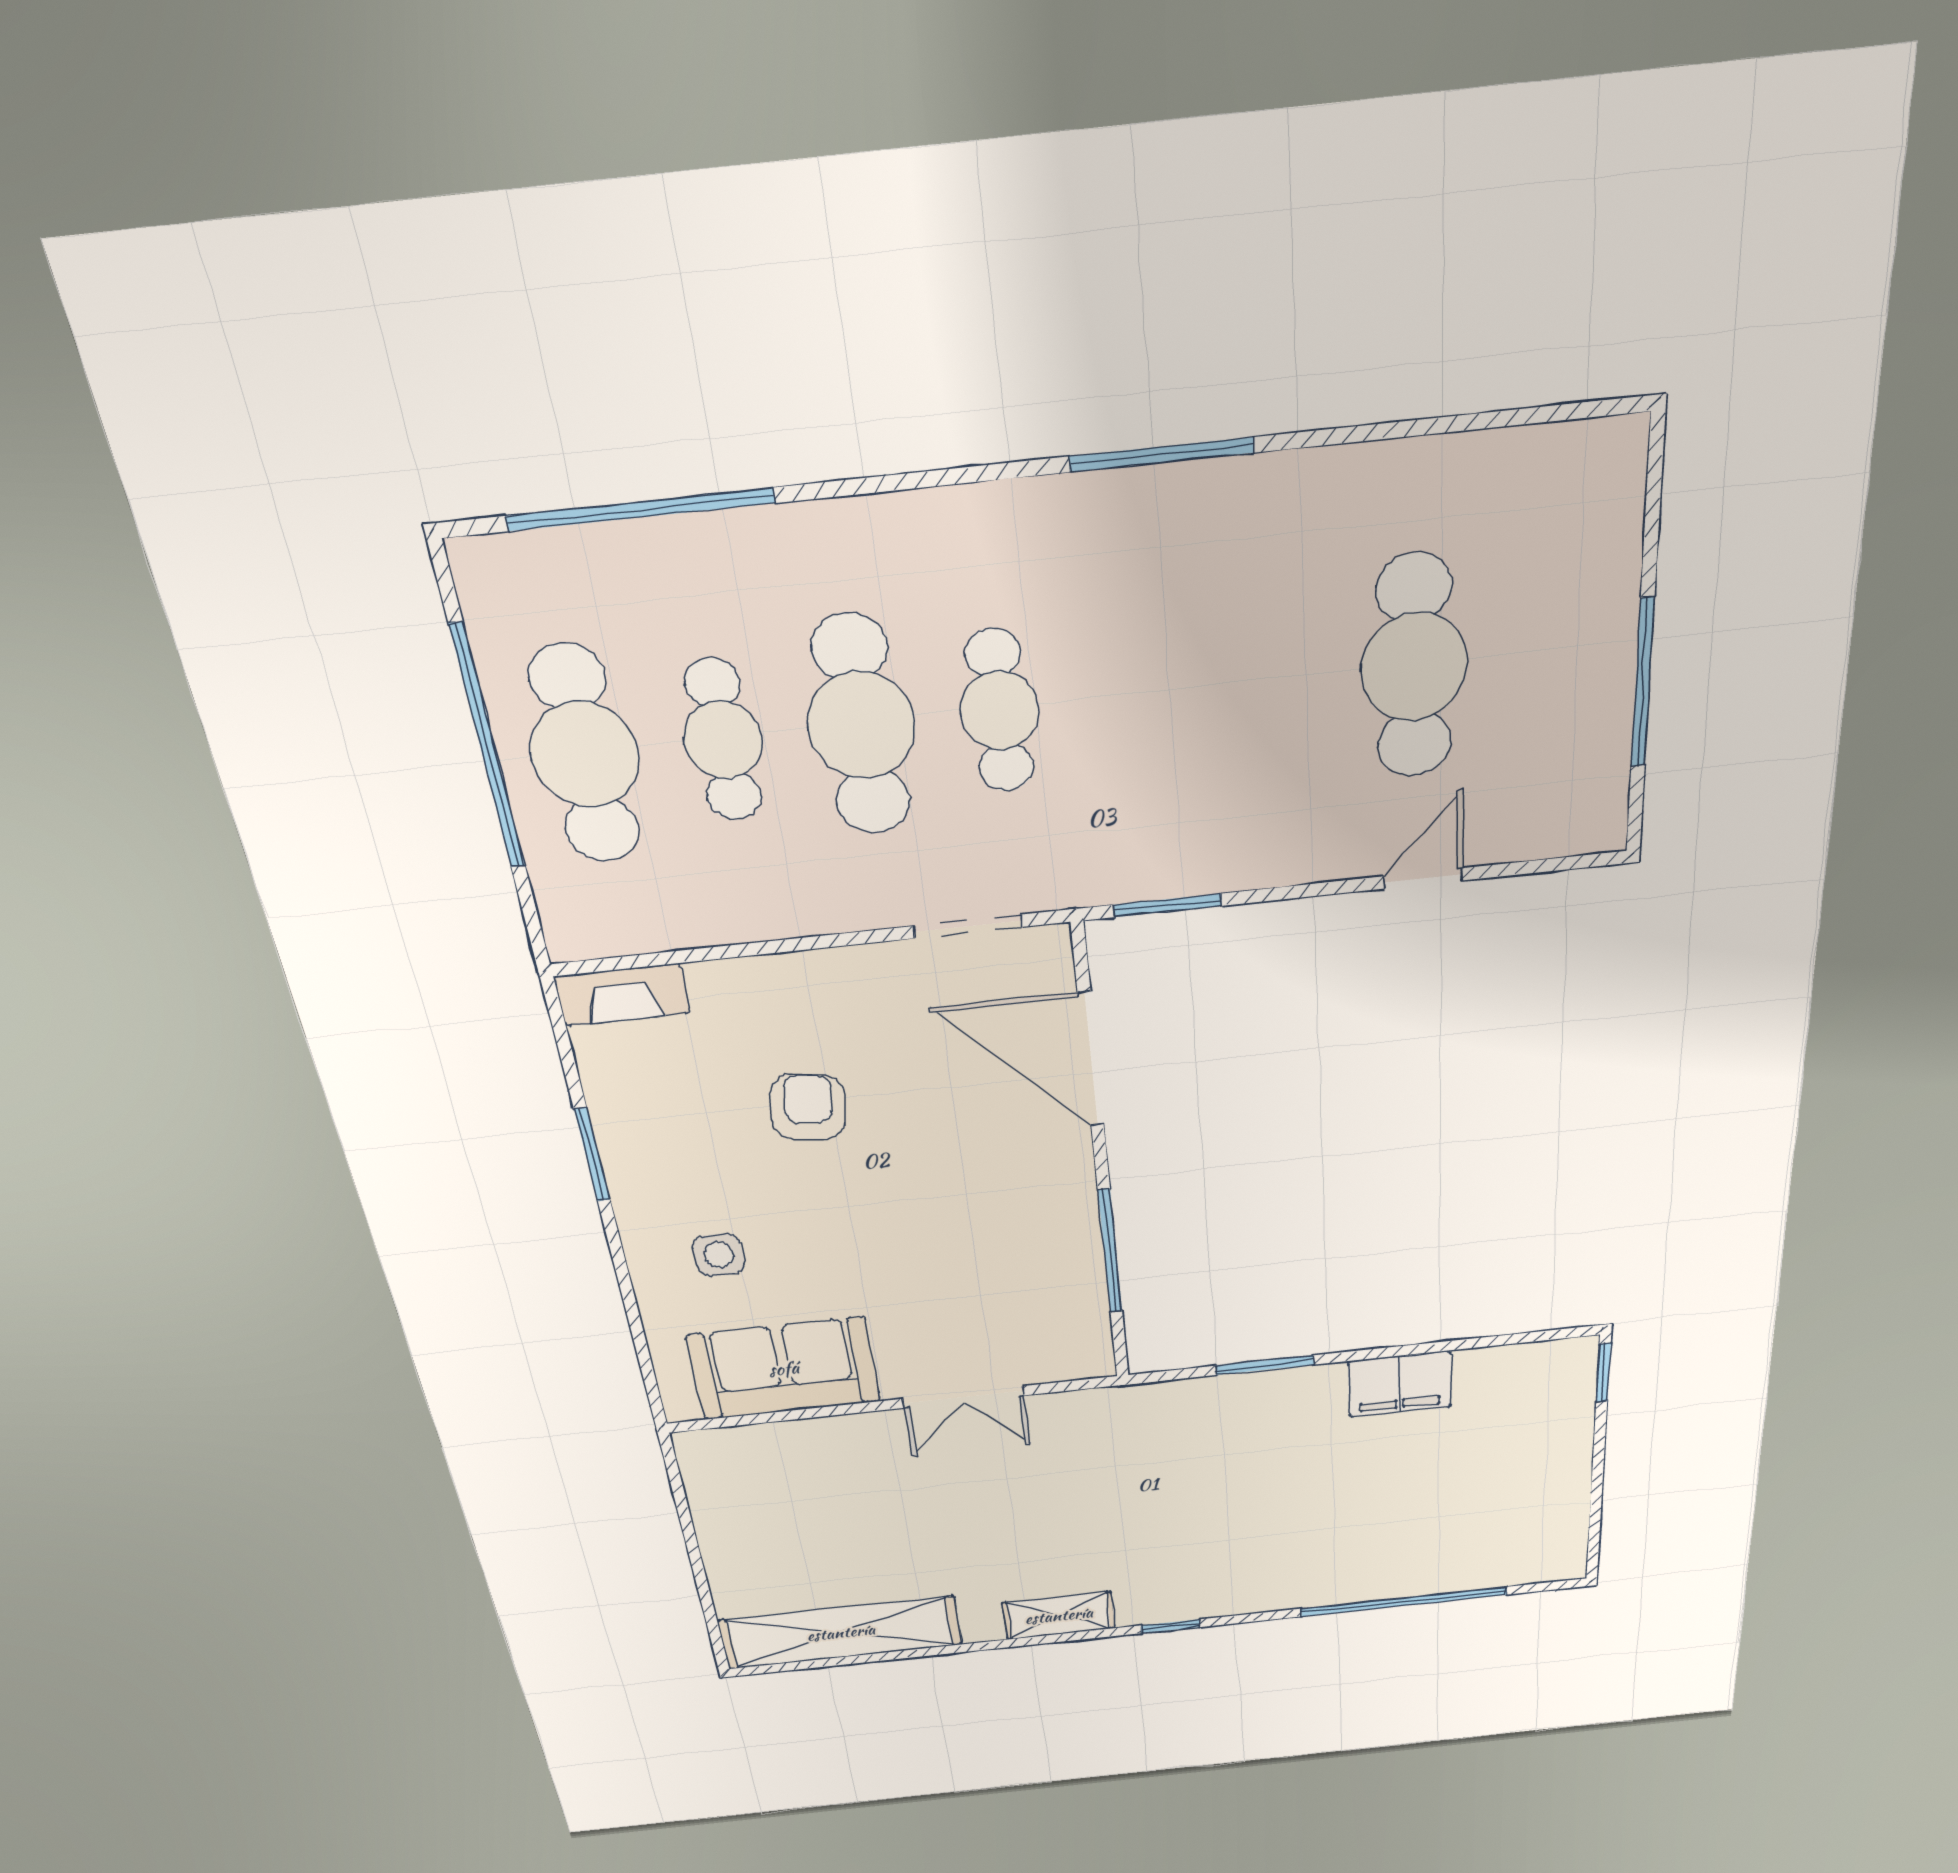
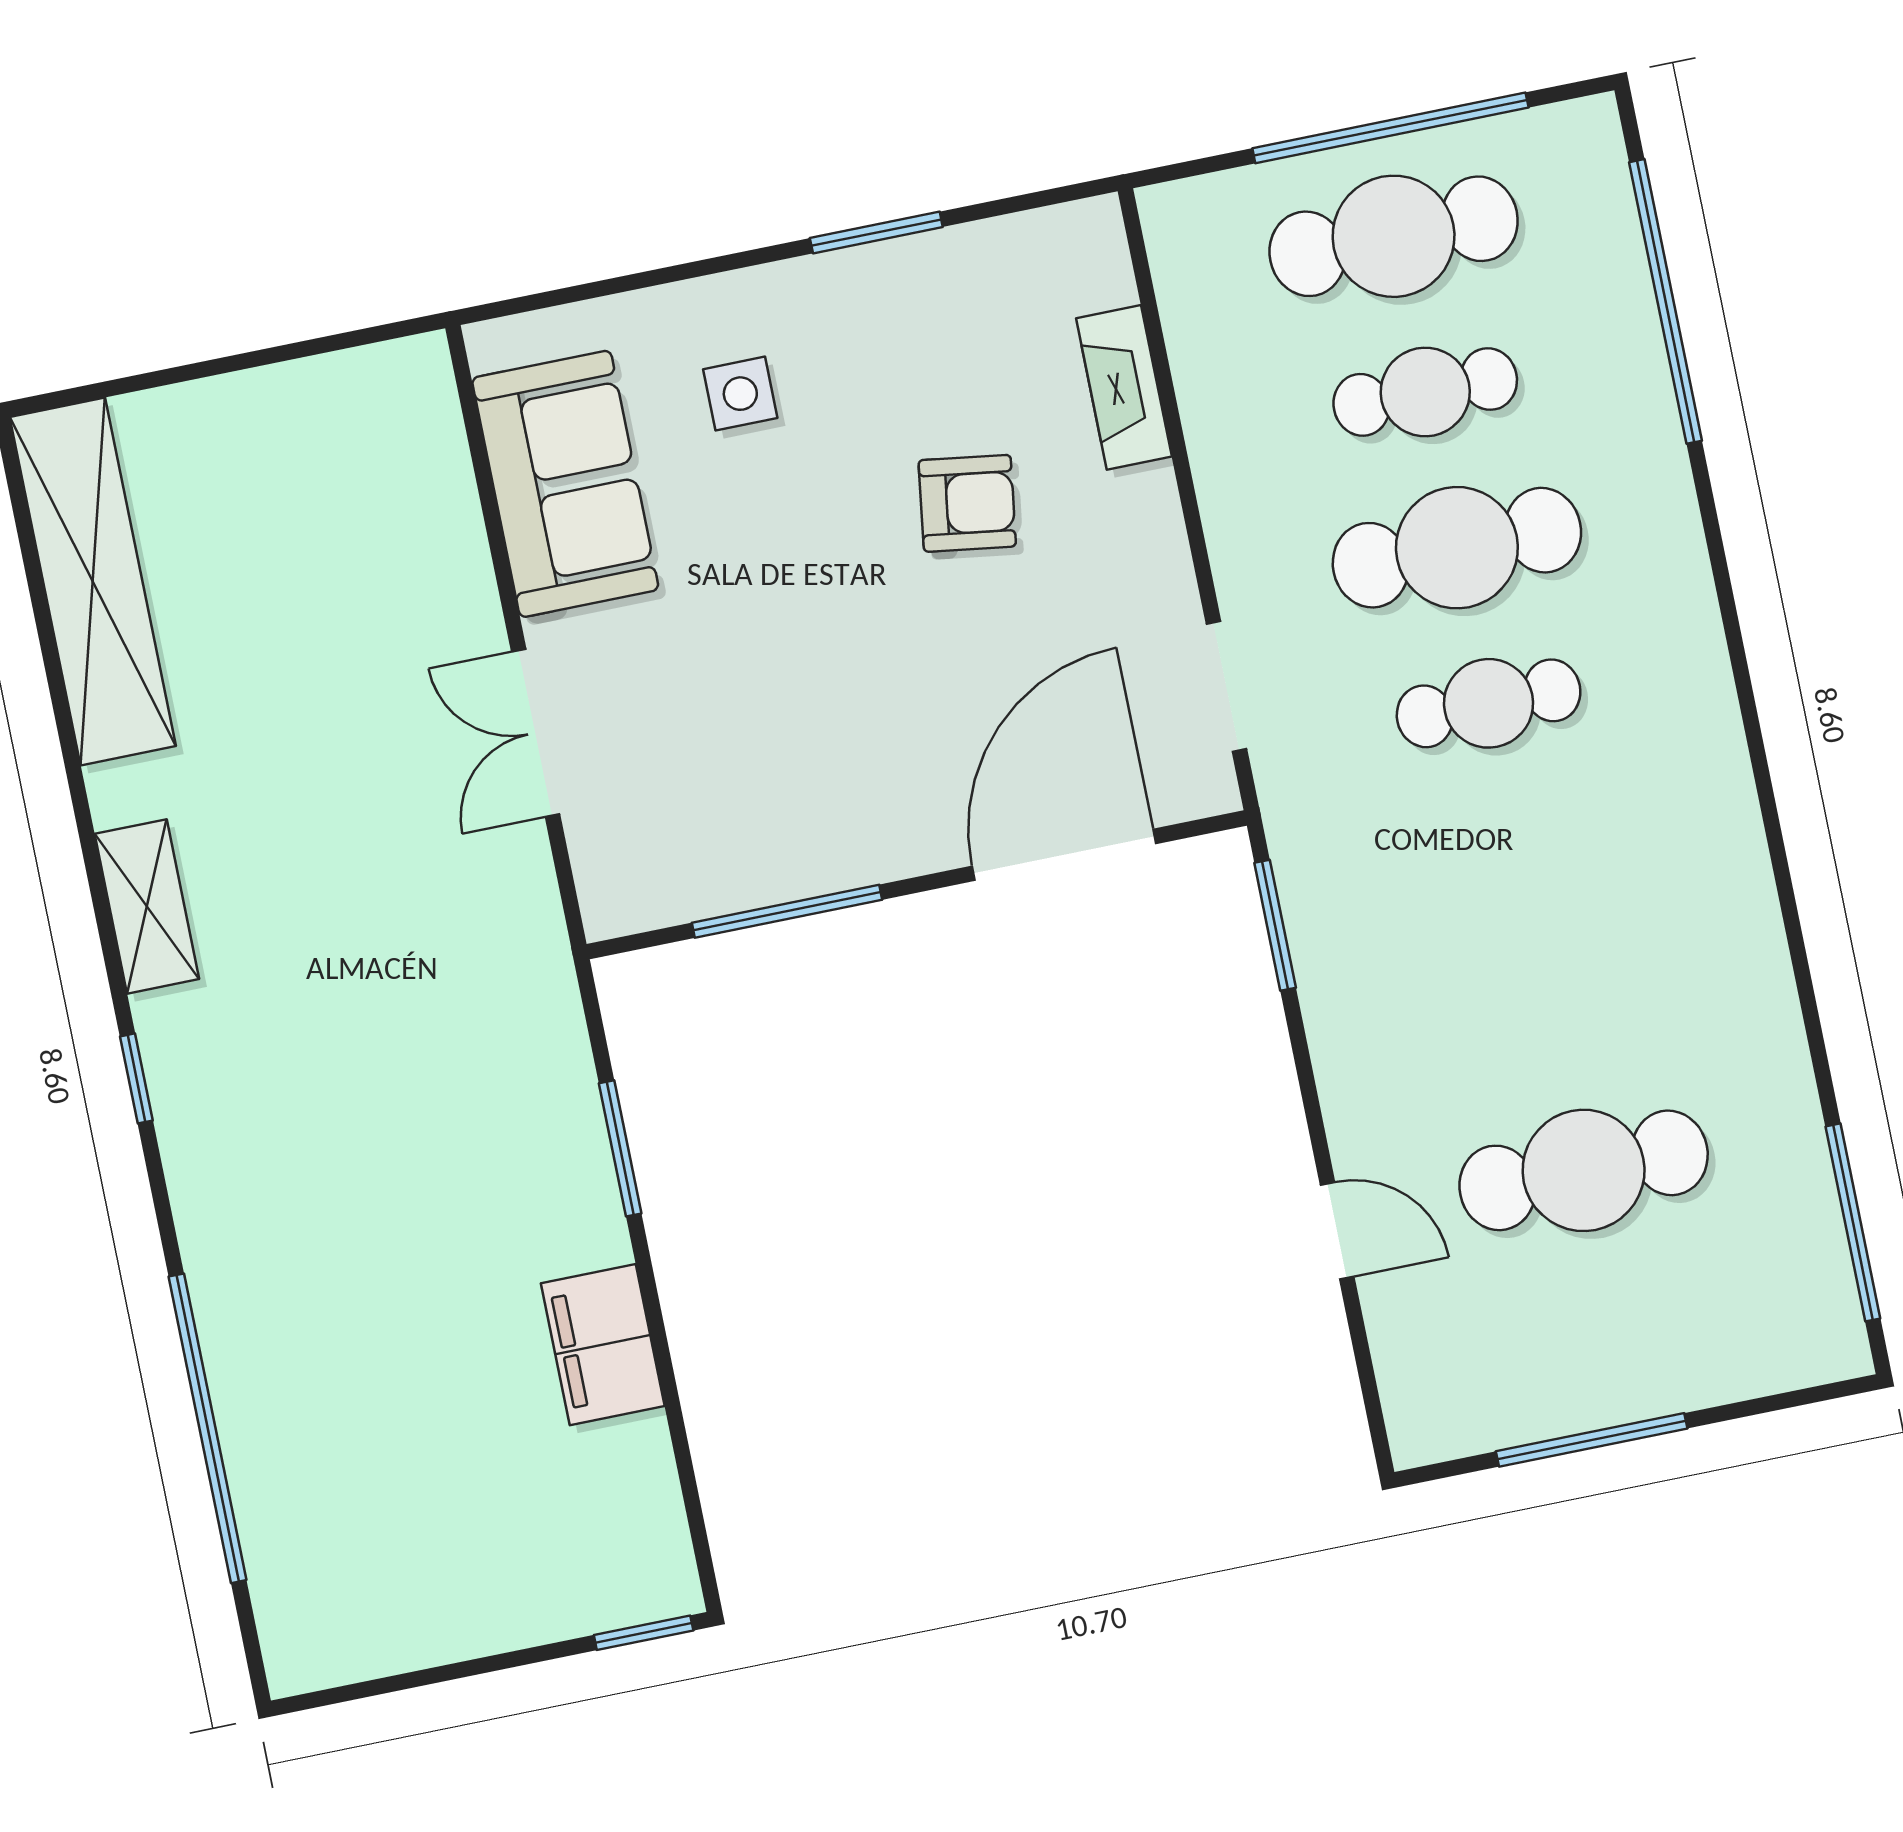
window: (1162, 455) -> (1853, 1222), moved
fireplace: (622, 995) -> (1124, 387), moved

